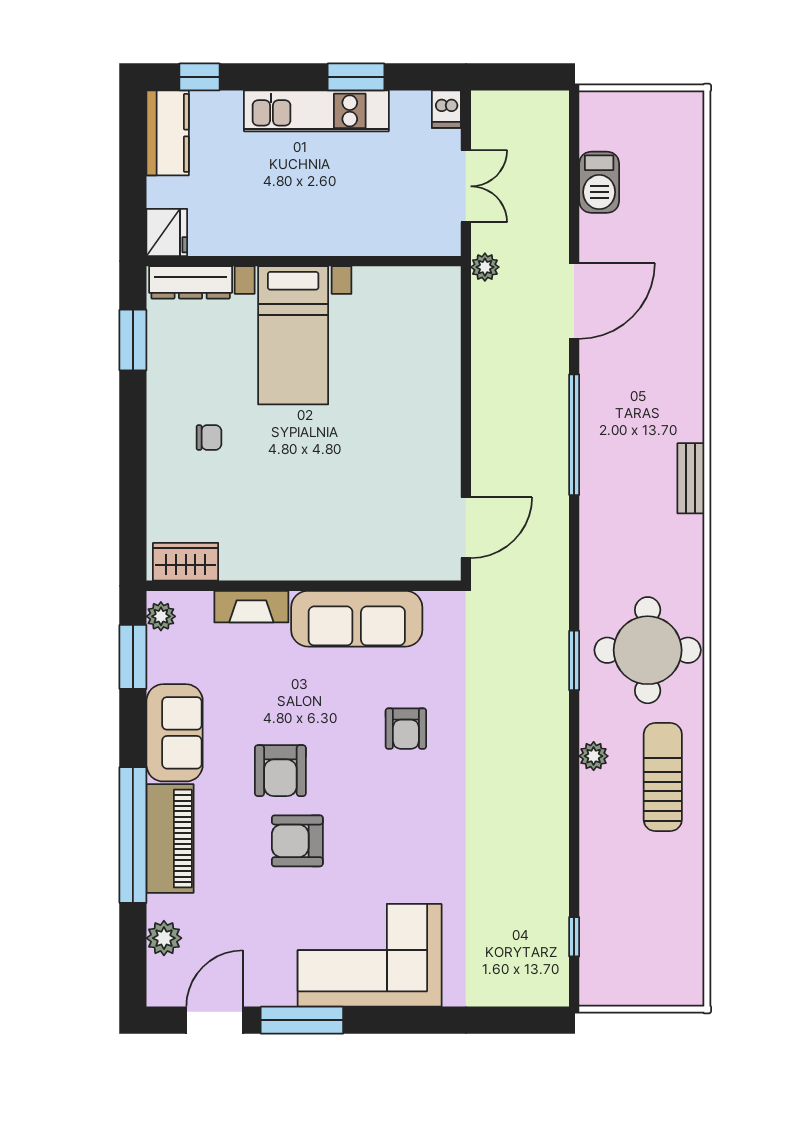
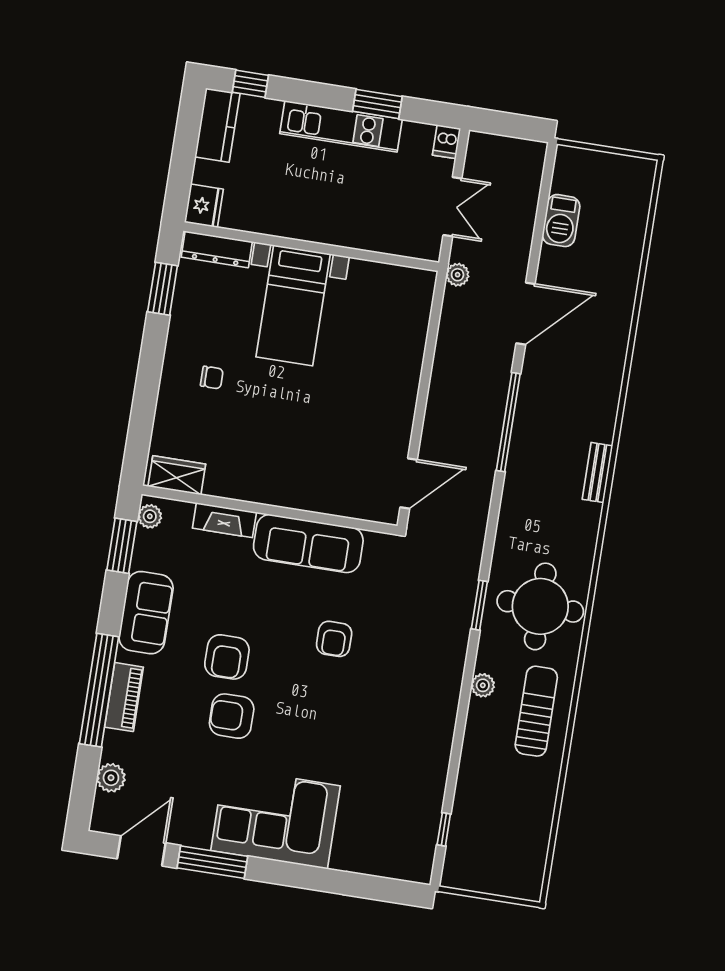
piano: (170, 839) -> (124, 697), width x0.73, depth x0.75

